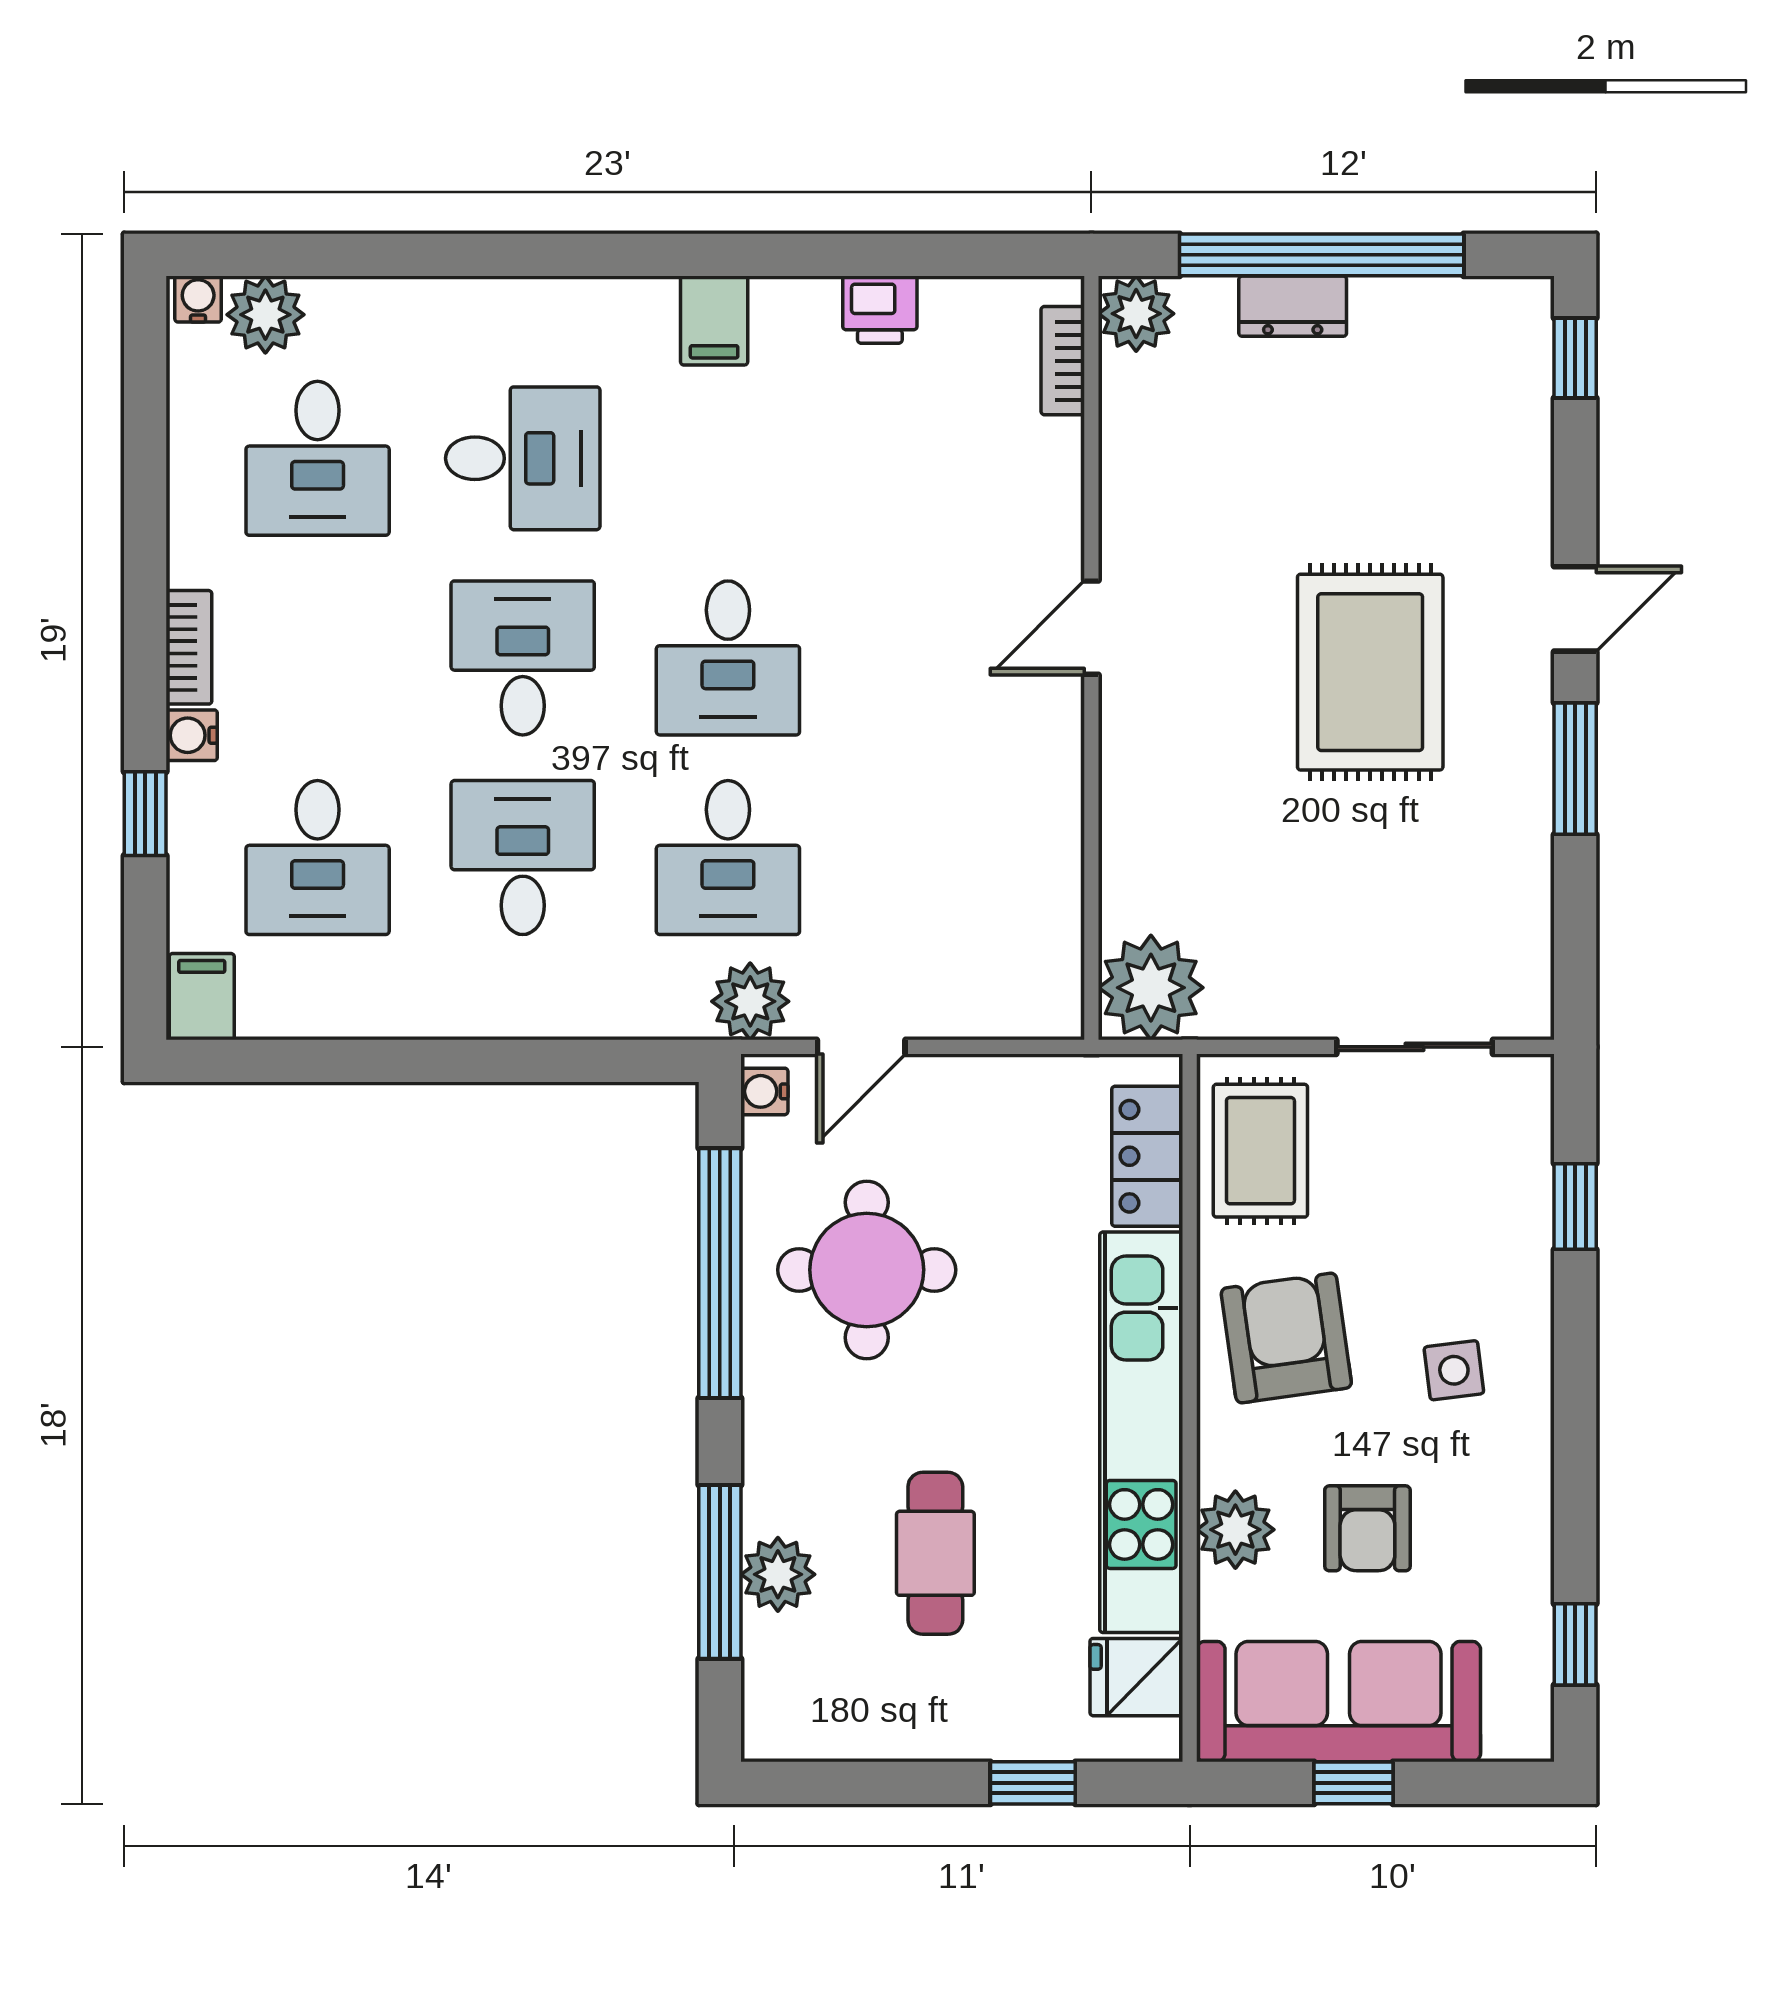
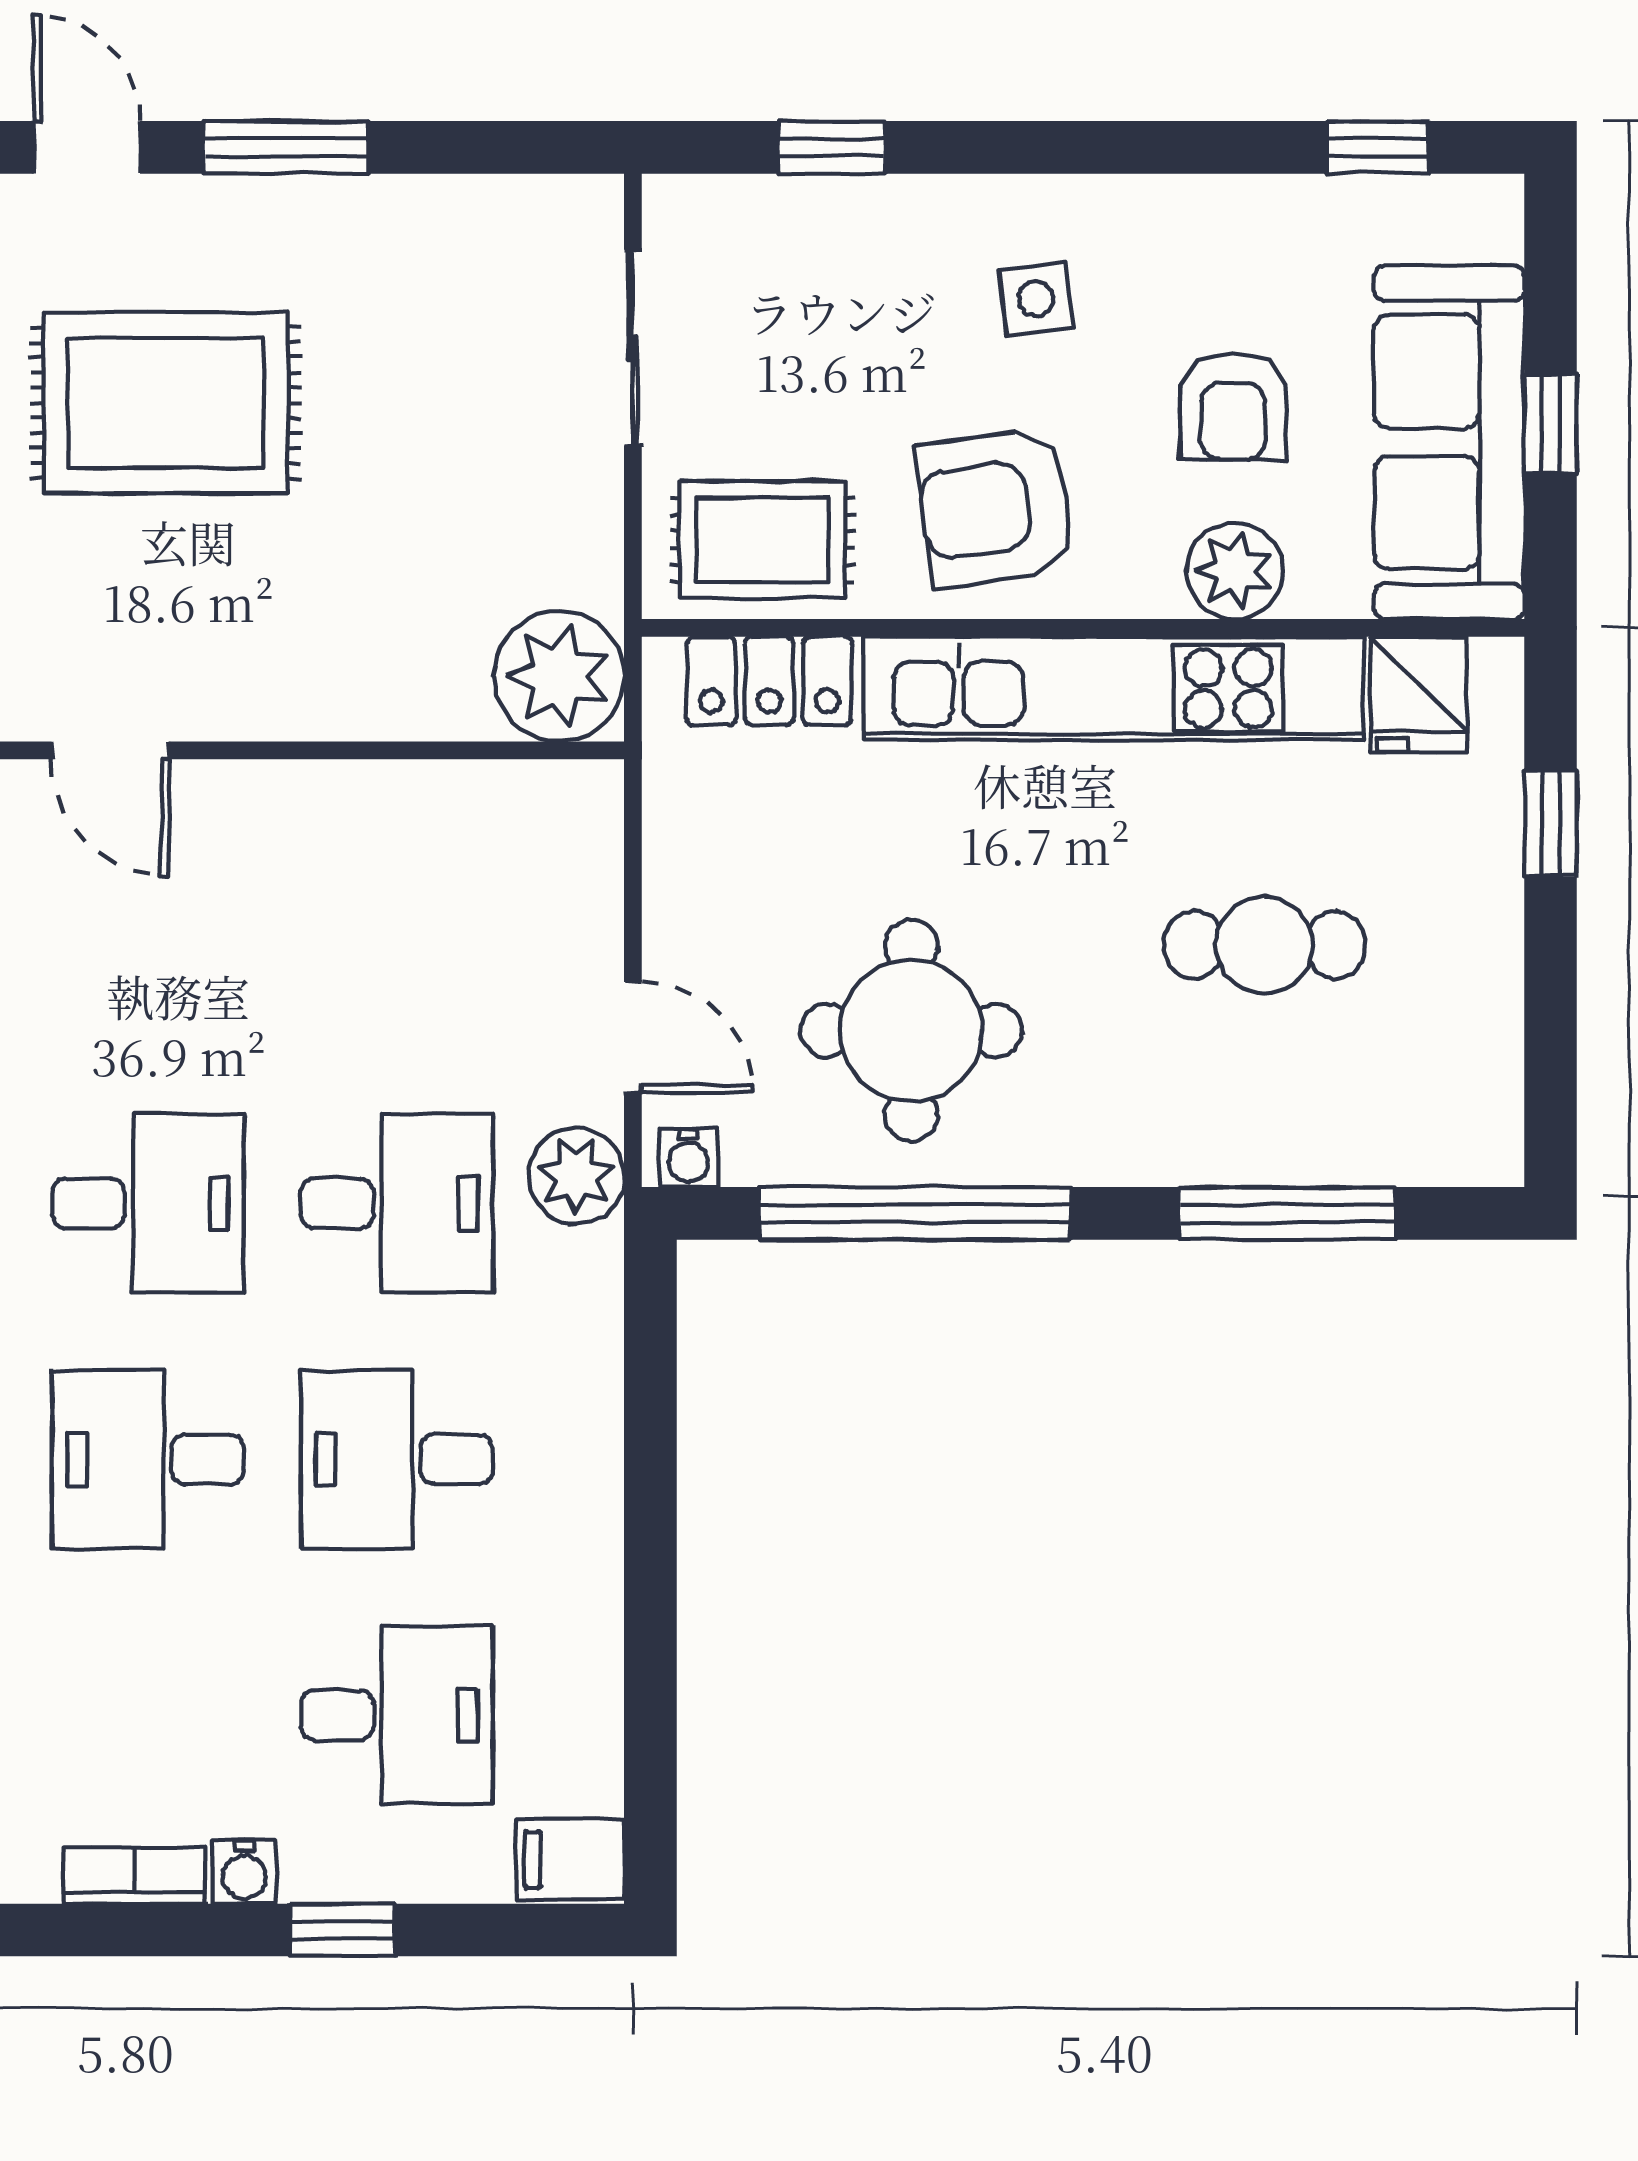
armchair: (1367, 1528) -> (1233, 406), turned 90
plant: (778, 1574) -> (1291, 1141), removed

